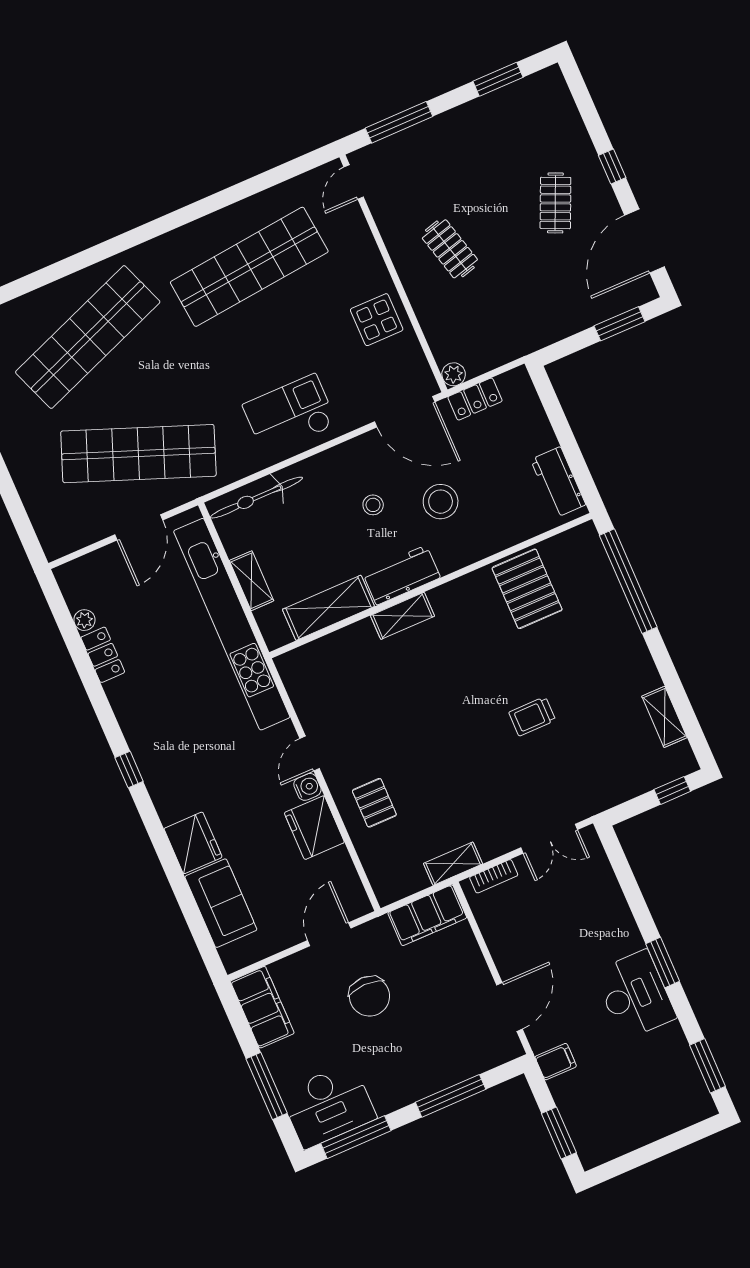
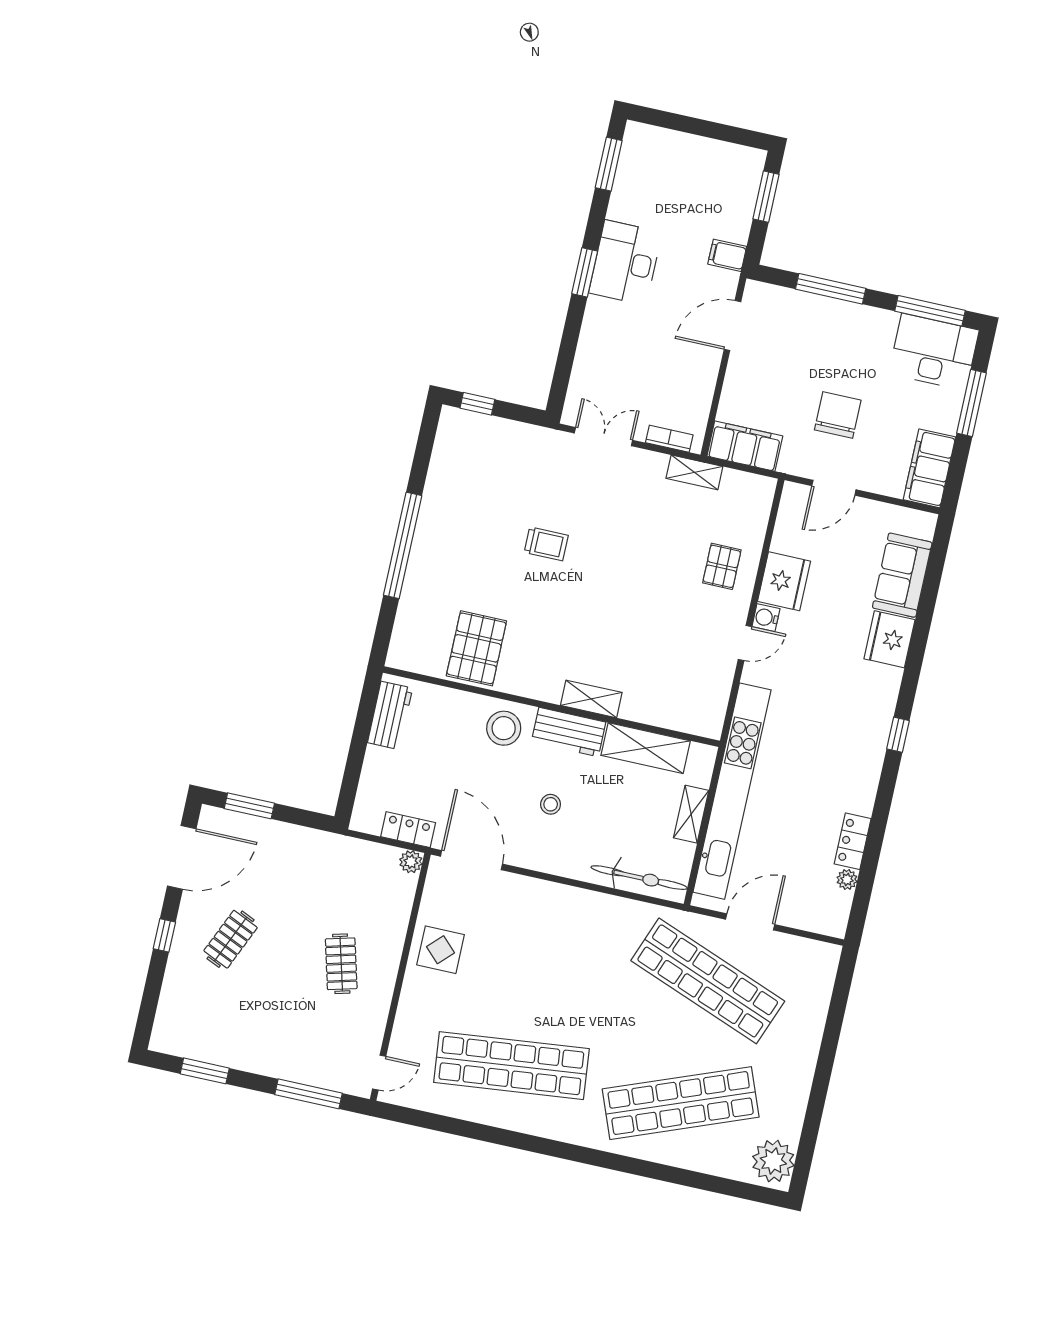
checkout: (290, 414) -> (564, 924), removed
stool: (441, 502) -> (504, 728), moved
window: (628, 581) -> (403, 545), moved
shelving: (664, 717) -> (441, 467), removed

